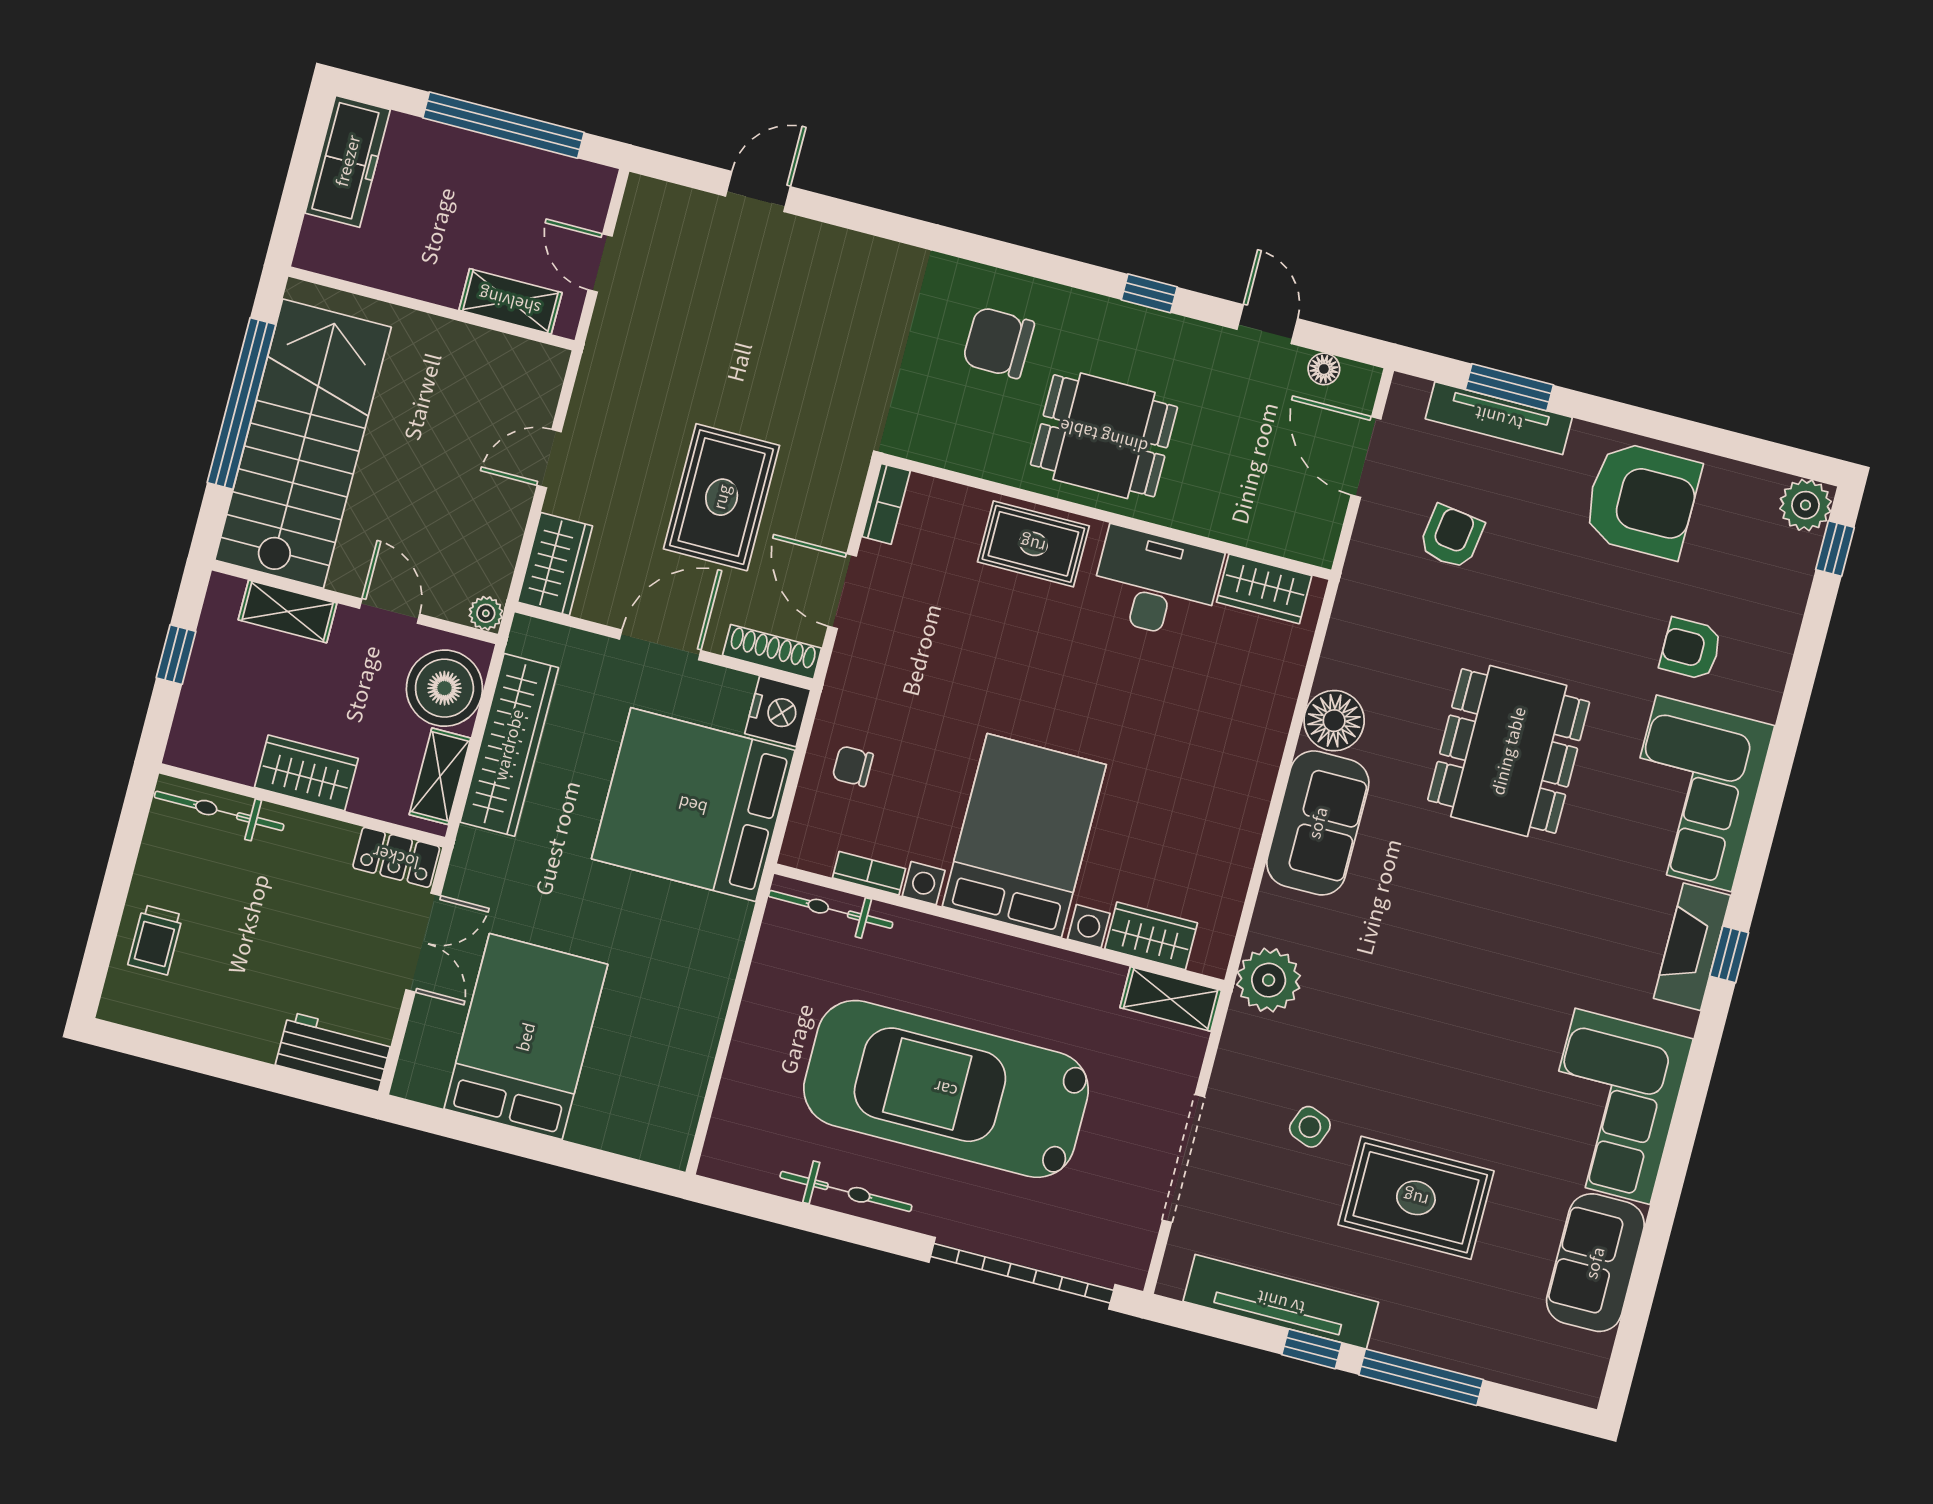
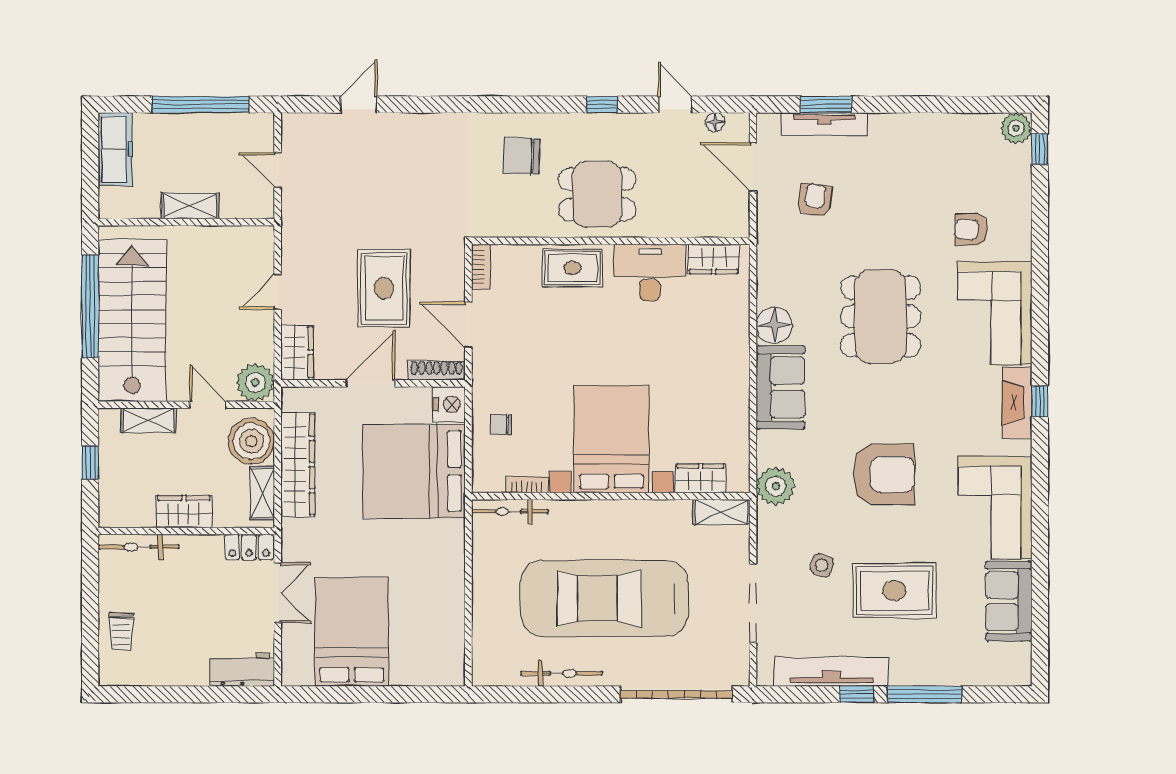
shelving: (510, 301) -> (190, 206), moved
armchair: (1642, 500) -> (884, 474), moved
plant: (486, 613) -> (255, 382), width x1.87, depth x1.87

